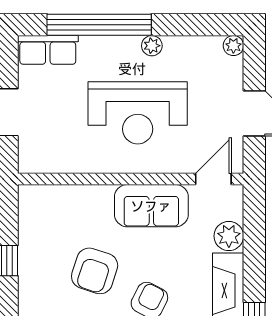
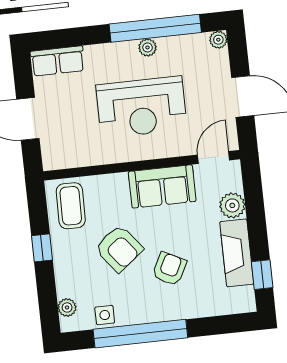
window: (99, 25) -> (155, 28), moved
coffee table: (45, 216) -> (71, 206), added
armchair: (95, 271) -> (119, 248), turned -56

